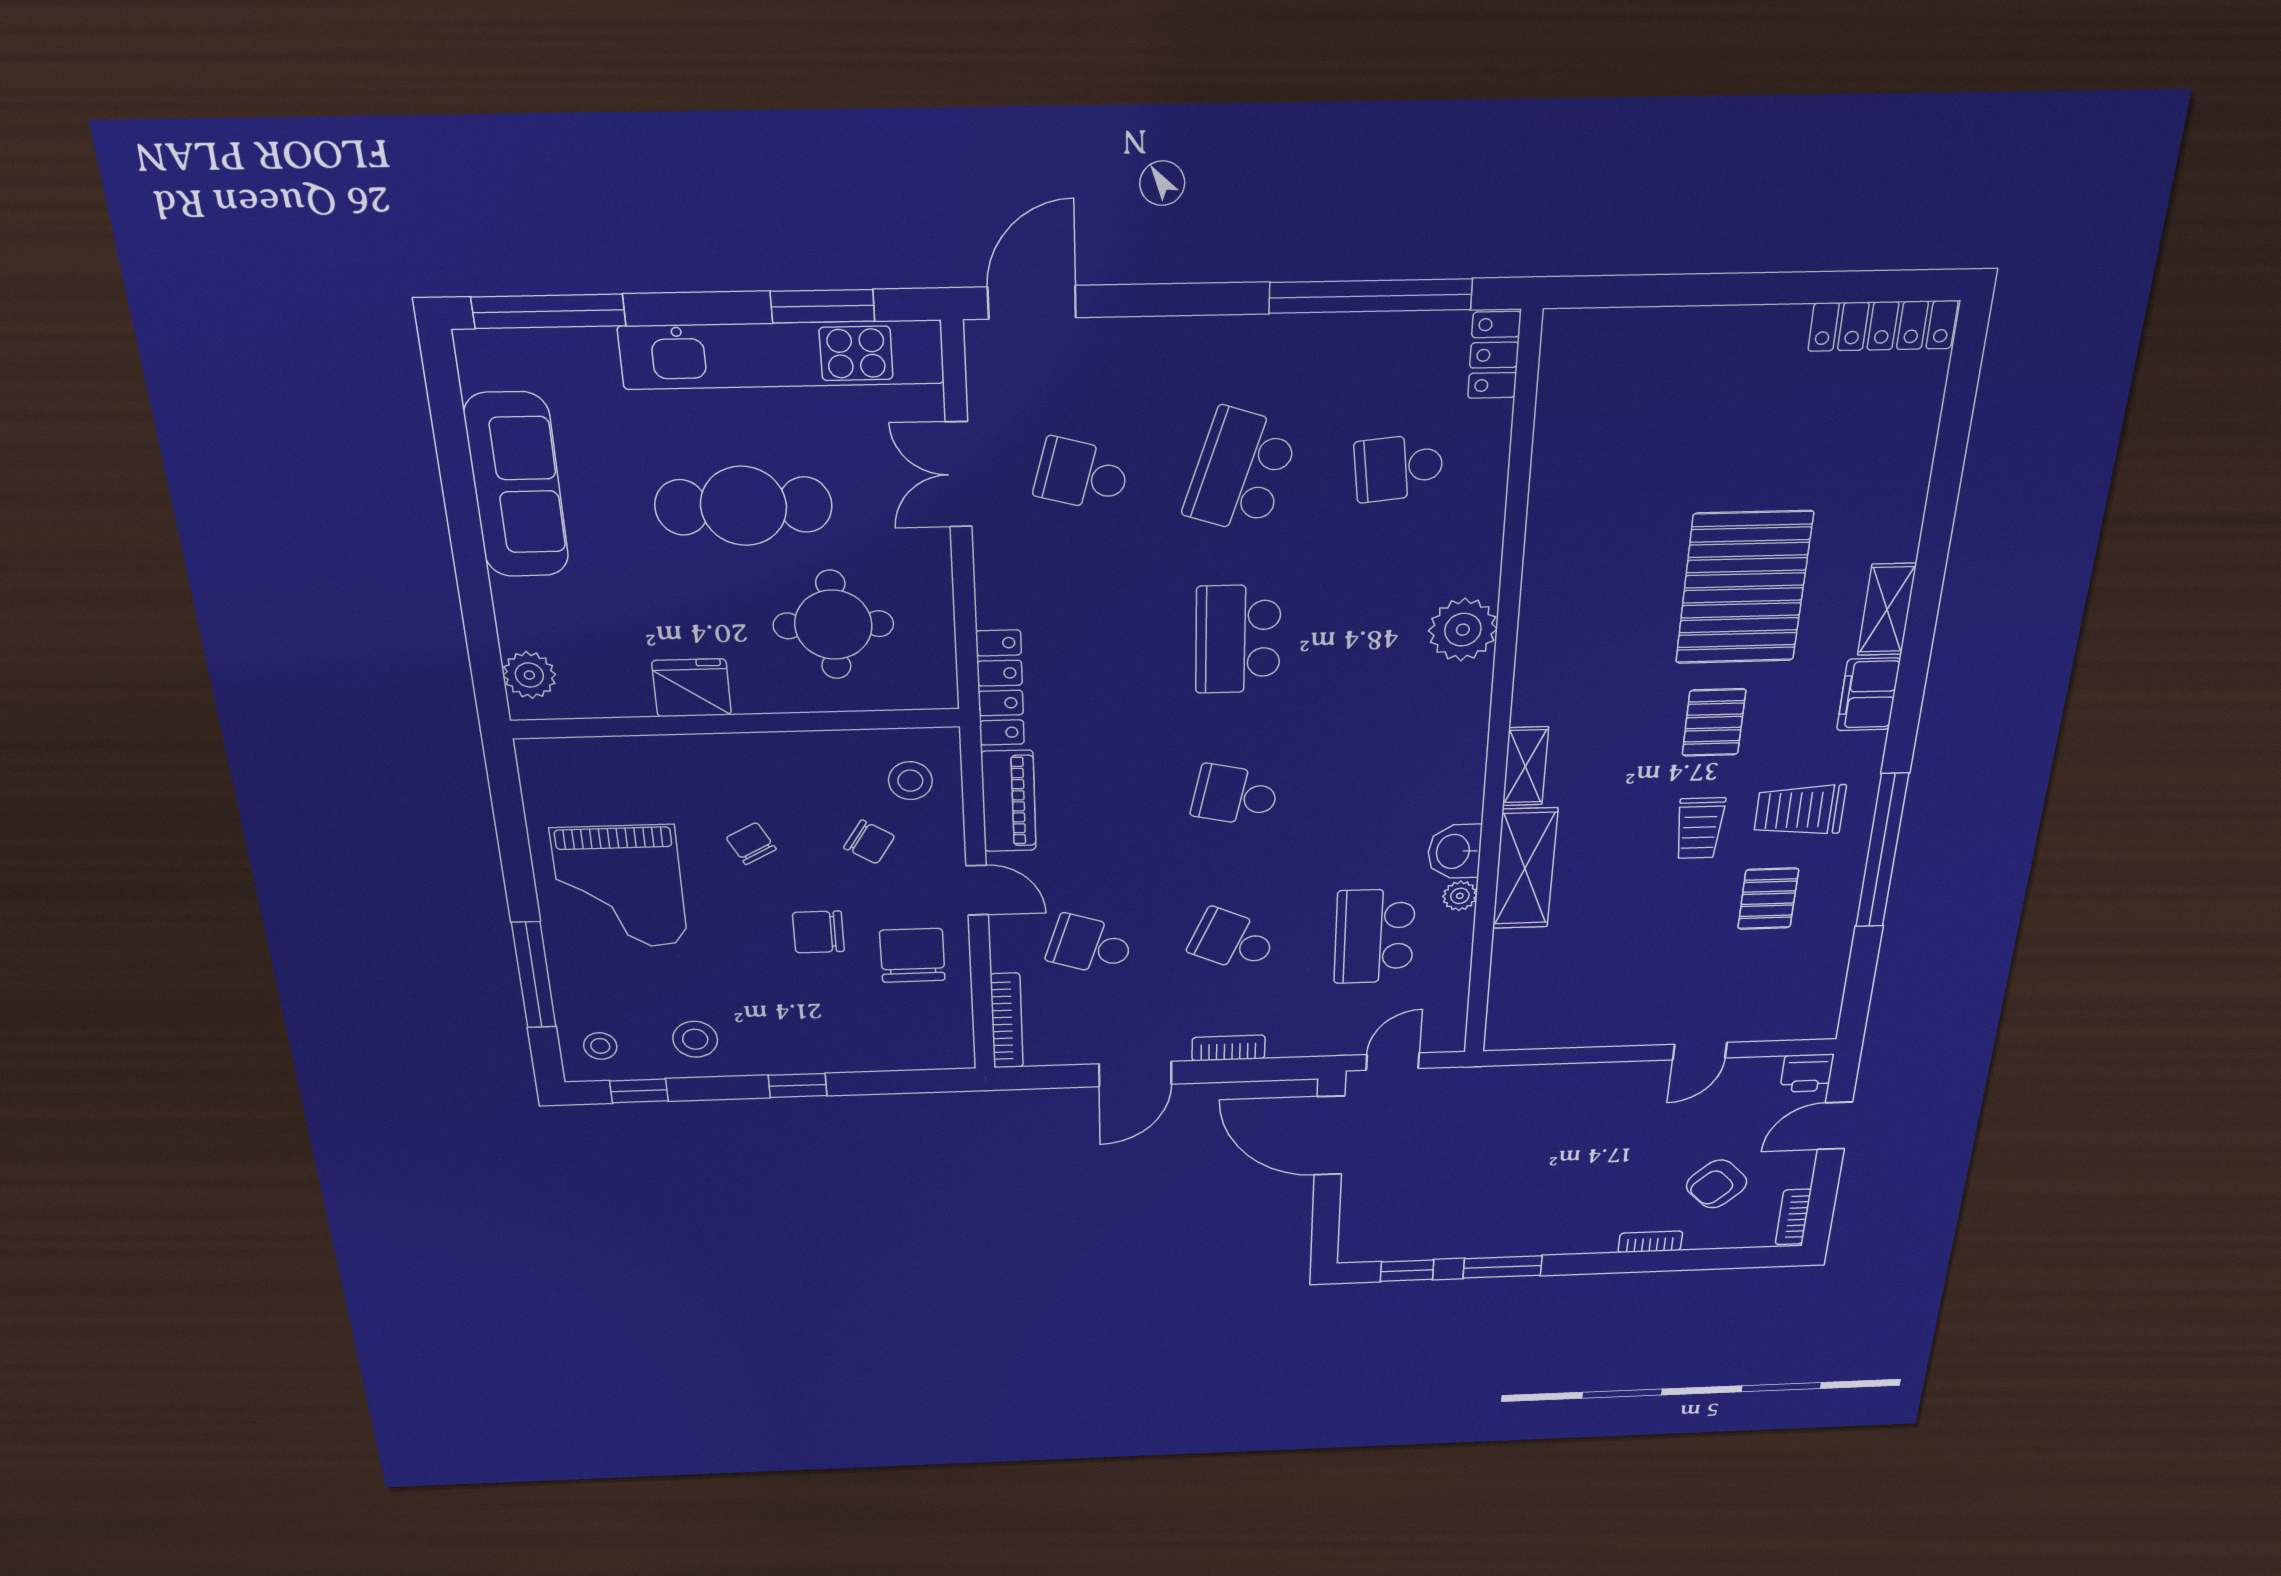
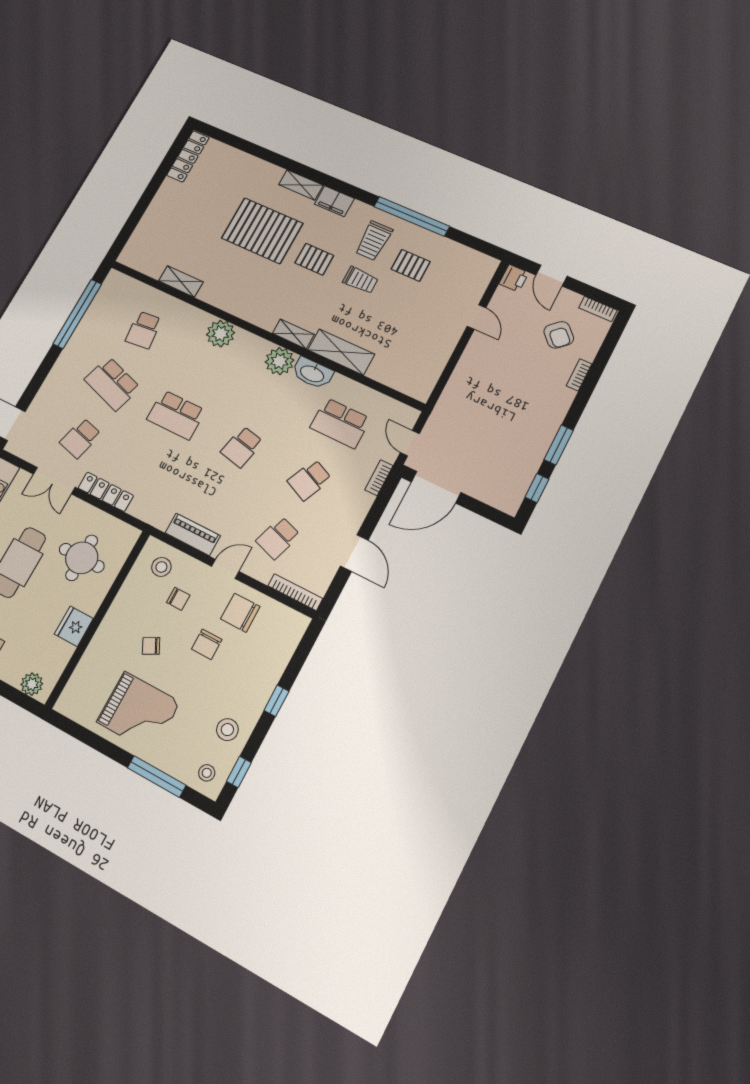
locker: (1494, 355) -> (122, 282), removed
shelving: (1551, 483) -> (181, 281), added
locker: (1000, 688) -> (106, 492), moved
chair: (869, 842) -> (178, 599), turned 58
washbasin: (1454, 851) -> (312, 373), width x1.38
plant: (1460, 896) -> (280, 361), moved, width x1.88, depth x1.88
bookcase: (1228, 1048) -> (379, 478), moved

